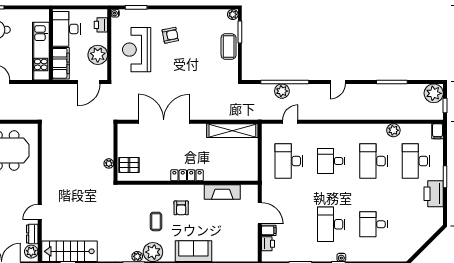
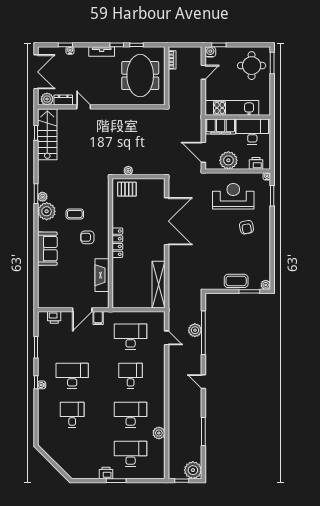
filing cabinet: (438, 131) -> (158, 474), removed
pallet: (129, 165) -> (127, 189), turned 90
printer: (434, 194) -> (106, 473), width x0.53, depth x0.68
filing cabinet: (269, 230) -> (98, 318), moved

